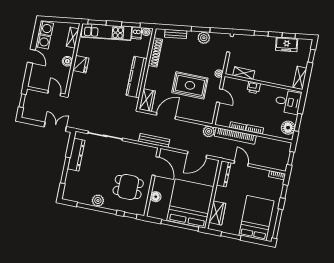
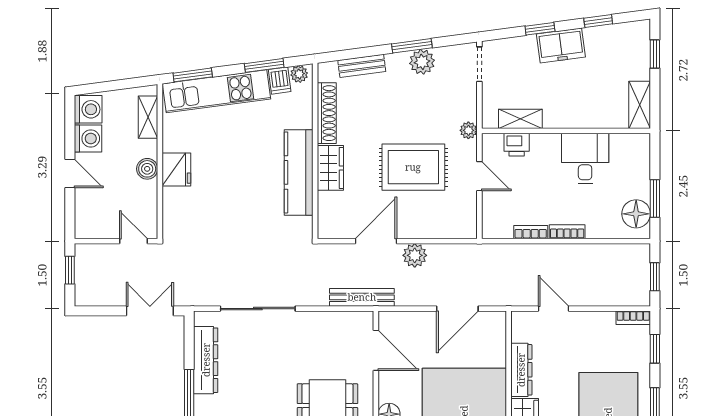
freezer: (287, 44) -> (561, 45), moved
printer: (254, 87) -> (517, 145), moved
wardrobe: (147, 100) -> (330, 168), moved
desk: (288, 102) -> (585, 159), moved, turned -90
plant: (209, 131) -> (415, 255), moved
bookcase: (235, 136) -> (529, 253), removed
dresser: (224, 174) -> (521, 370), moved

